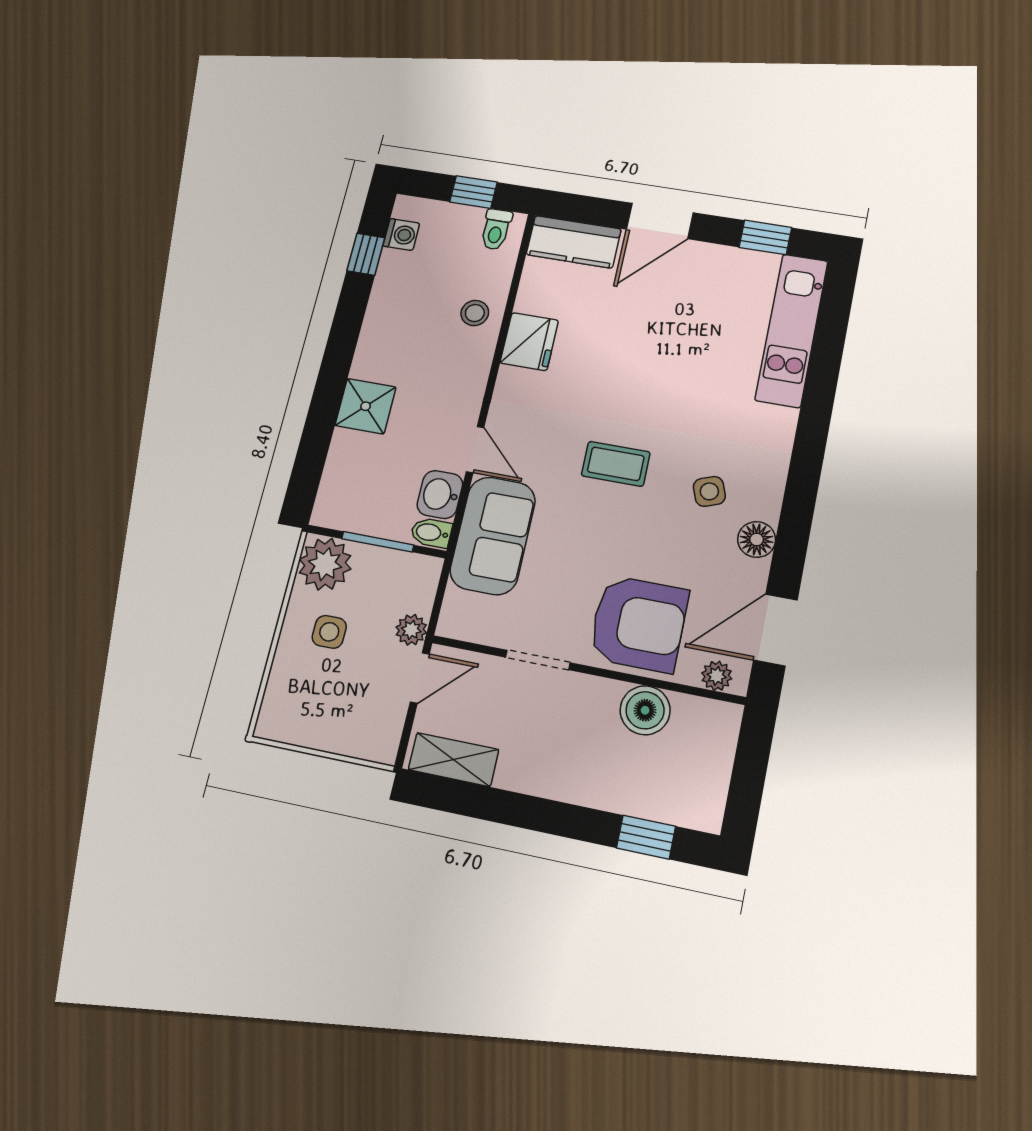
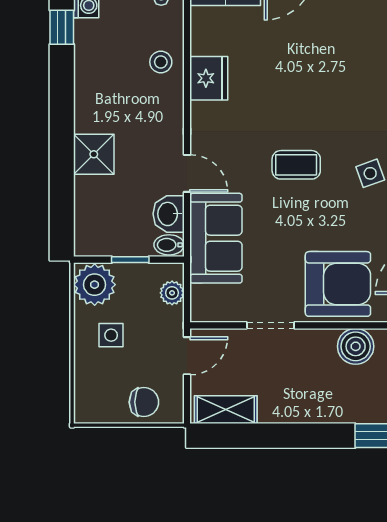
window: (378, 542) -> (130, 260), width x0.67
plant: (411, 630) -> (172, 293), moved
chair: (349, 727) -> (144, 402), added

